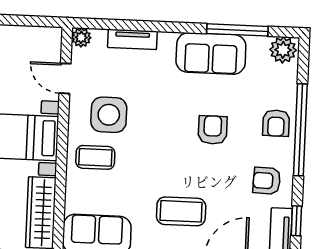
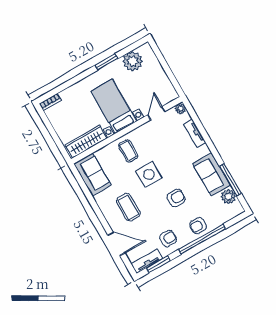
plant: (283, 50) -> (228, 196), moved
side table: (109, 115) -> (149, 174), moved
armchair: (267, 181) -> (168, 238), turned 88
window: (296, 221) -> (158, 264), width x1.50

